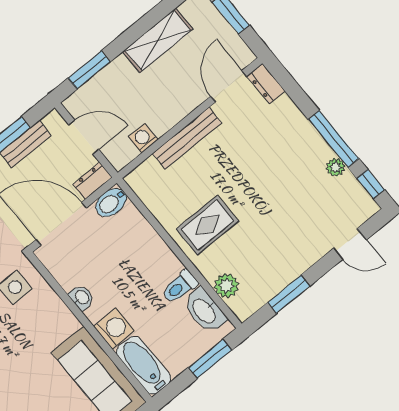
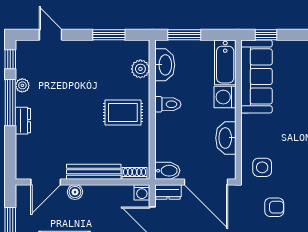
dresser: (266, 84) -> (23, 121), moved
boiler: (189, 101) -> (75, 192), added
washing machine: (143, 138) -> (142, 192), moved
shoe rack: (143, 171) -> (135, 173), added
toilet: (180, 287) -> (168, 104), moved
washbasin: (82, 297) -> (226, 138), width x1.91, depth x1.45

